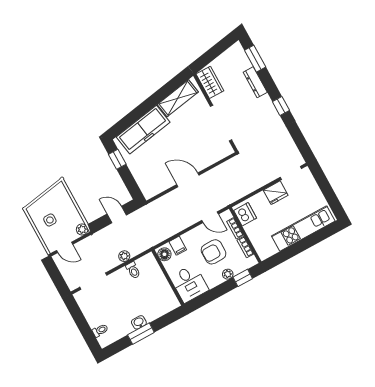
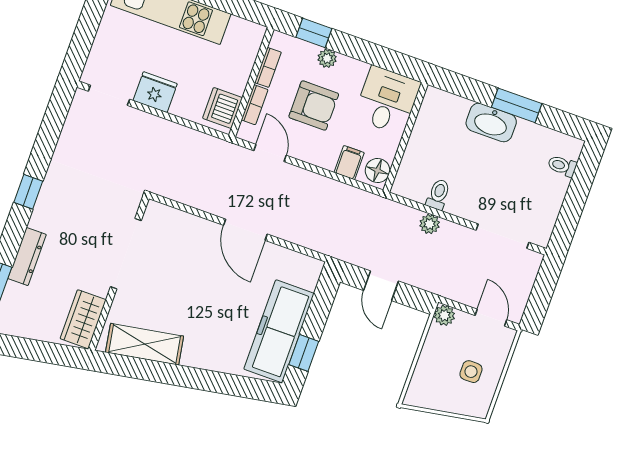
freezer: (143, 130) -> (279, 331), moved, turned -80
washbasin: (139, 322) -> (491, 122), width x1.91, depth x1.45

